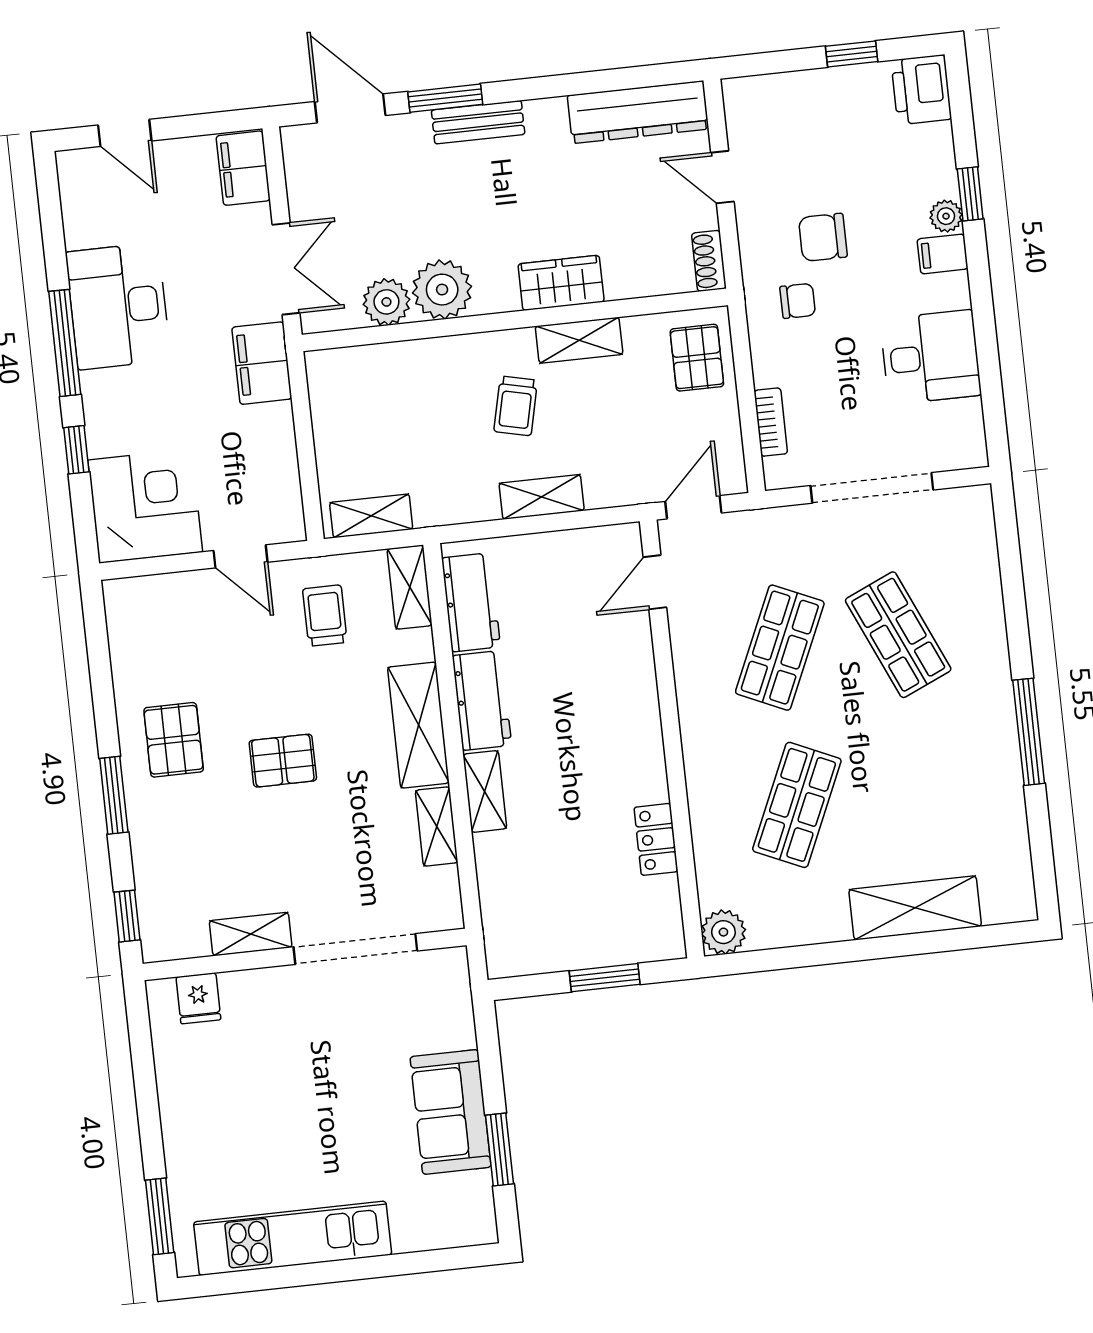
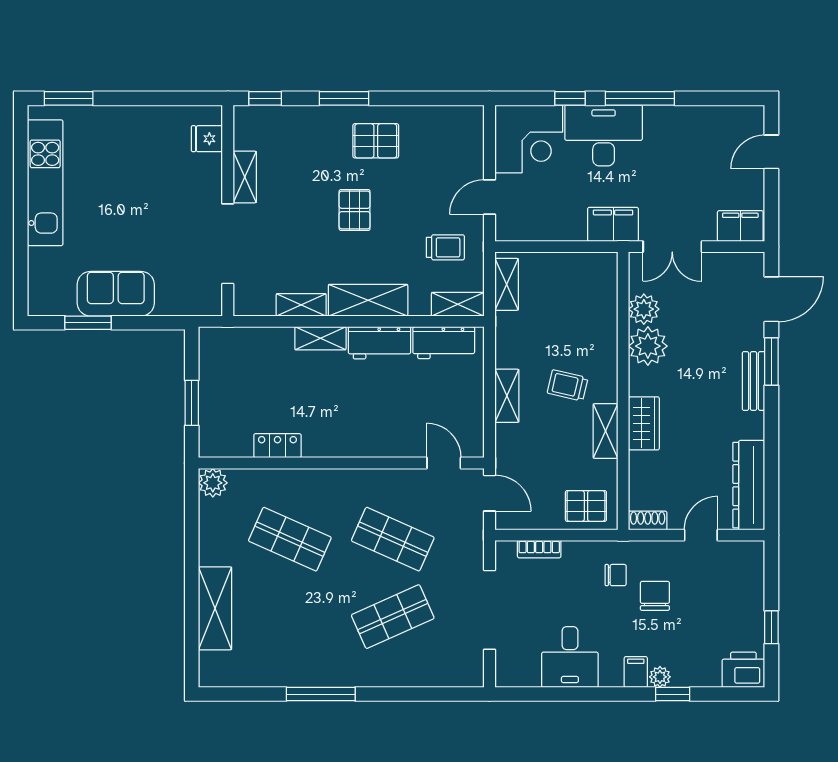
chair: (798, 301) -> (616, 575), turned -90
desk: (118, 306) -> (604, 135), moved

